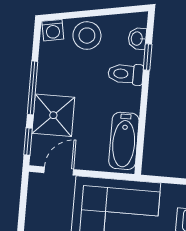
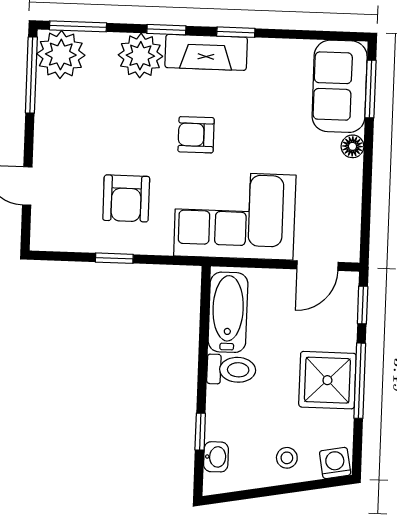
stool: (87, 36) -> (287, 458), width x0.53, depth x0.53
toilet: (126, 74) -> (231, 370), moved
shower: (53, 115) -> (327, 380), moved

